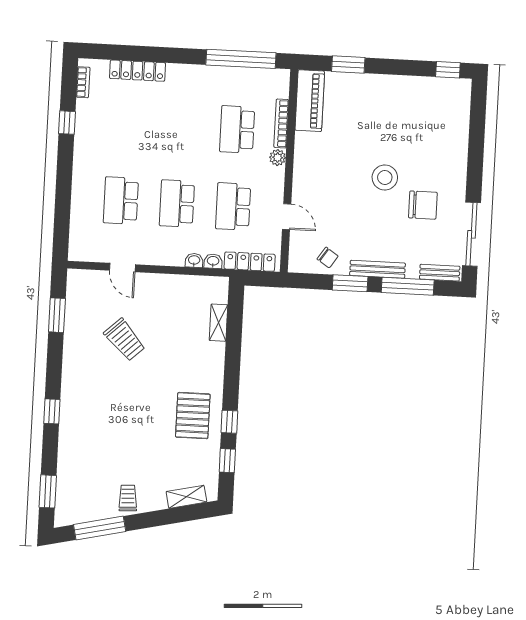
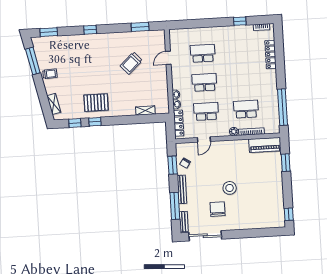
chair: (423, 205) -> (218, 209), turned 180
window: (350, 283) -> (172, 165), moved

